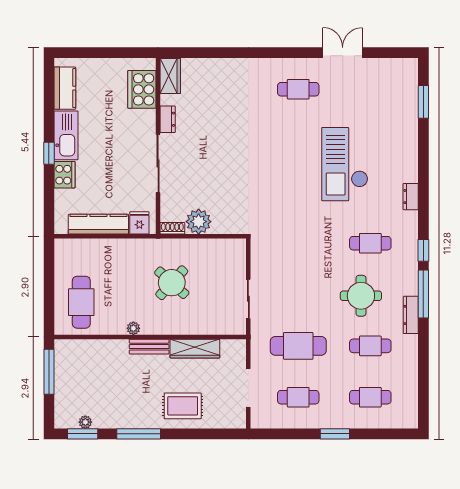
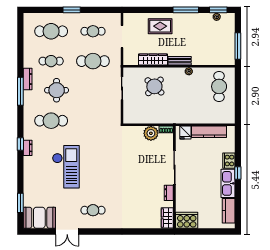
booth: (391, 76) -> (39, 218), added
cooker: (142, 89) -> (187, 220), moved, turned -90
cafe table: (370, 243) -> (51, 121), width x1.37, depth x1.35
window: (423, 250) -> (20, 144), moved
round table: (172, 283) -> (154, 86), moved
cafe table: (370, 397) -> (51, 31), width x1.37, depth x1.35

